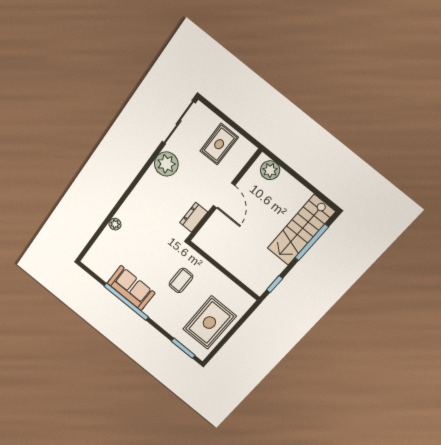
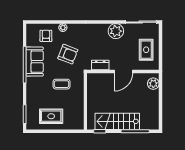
rug: (219, 144) -> (146, 50), turned 90
stairs: (301, 230) -> (117, 121), moved
armchair: (151, 244) -> (68, 54), added
armchair: (111, 251) -> (46, 36), added
rug: (209, 323) -> (51, 116), width x0.73, depth x0.70

